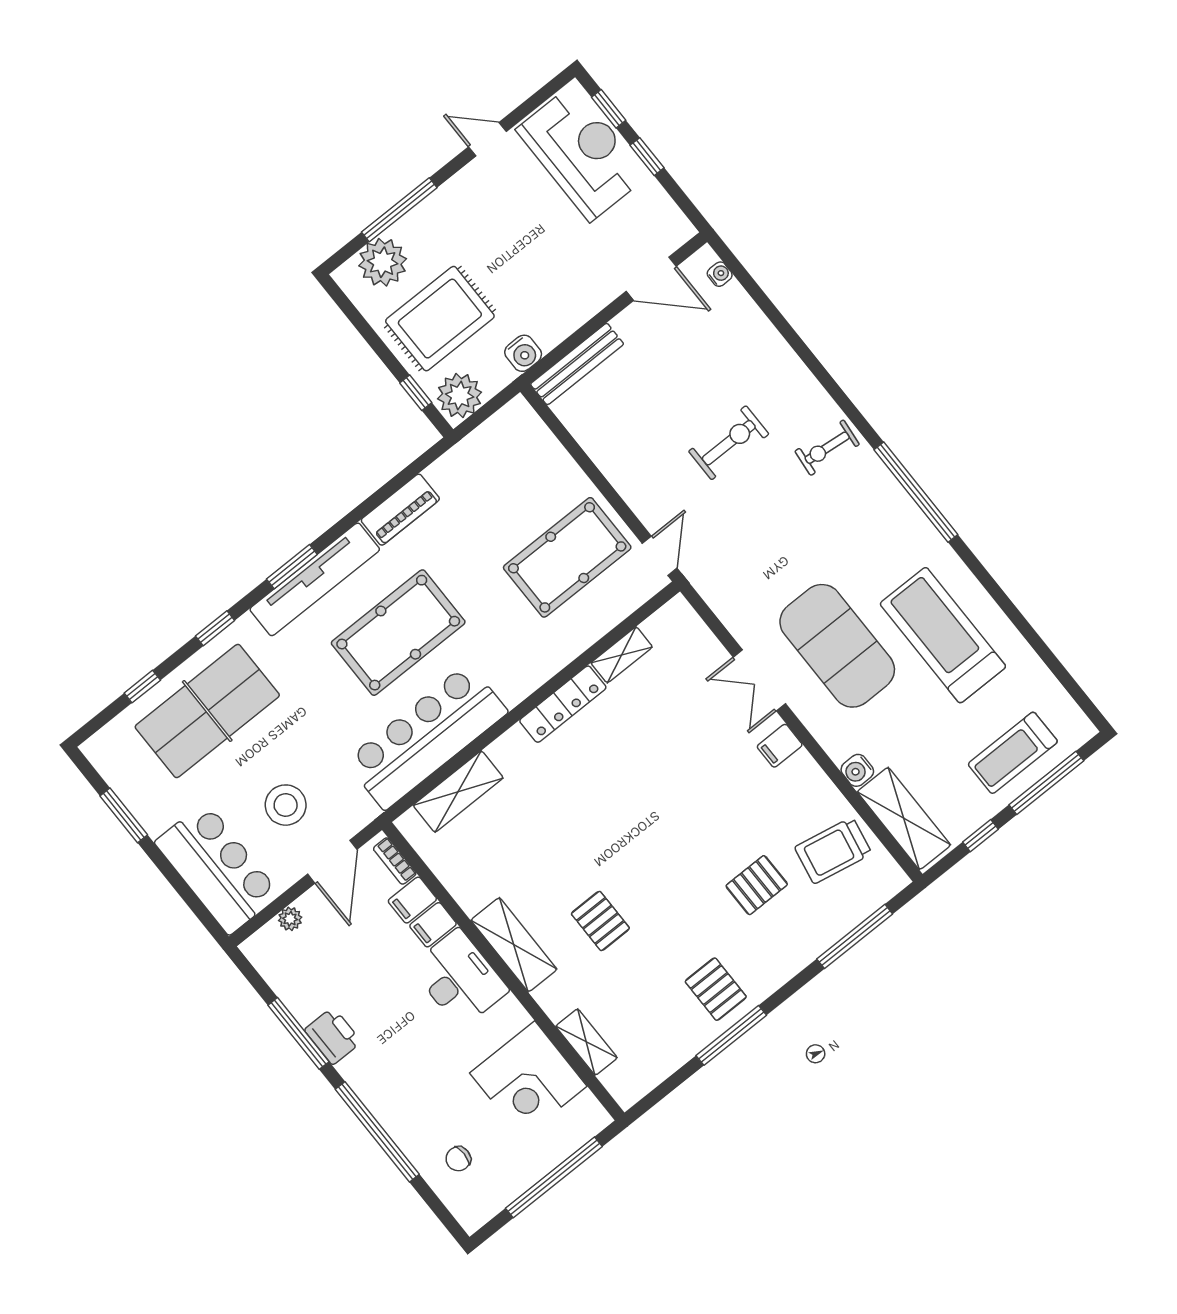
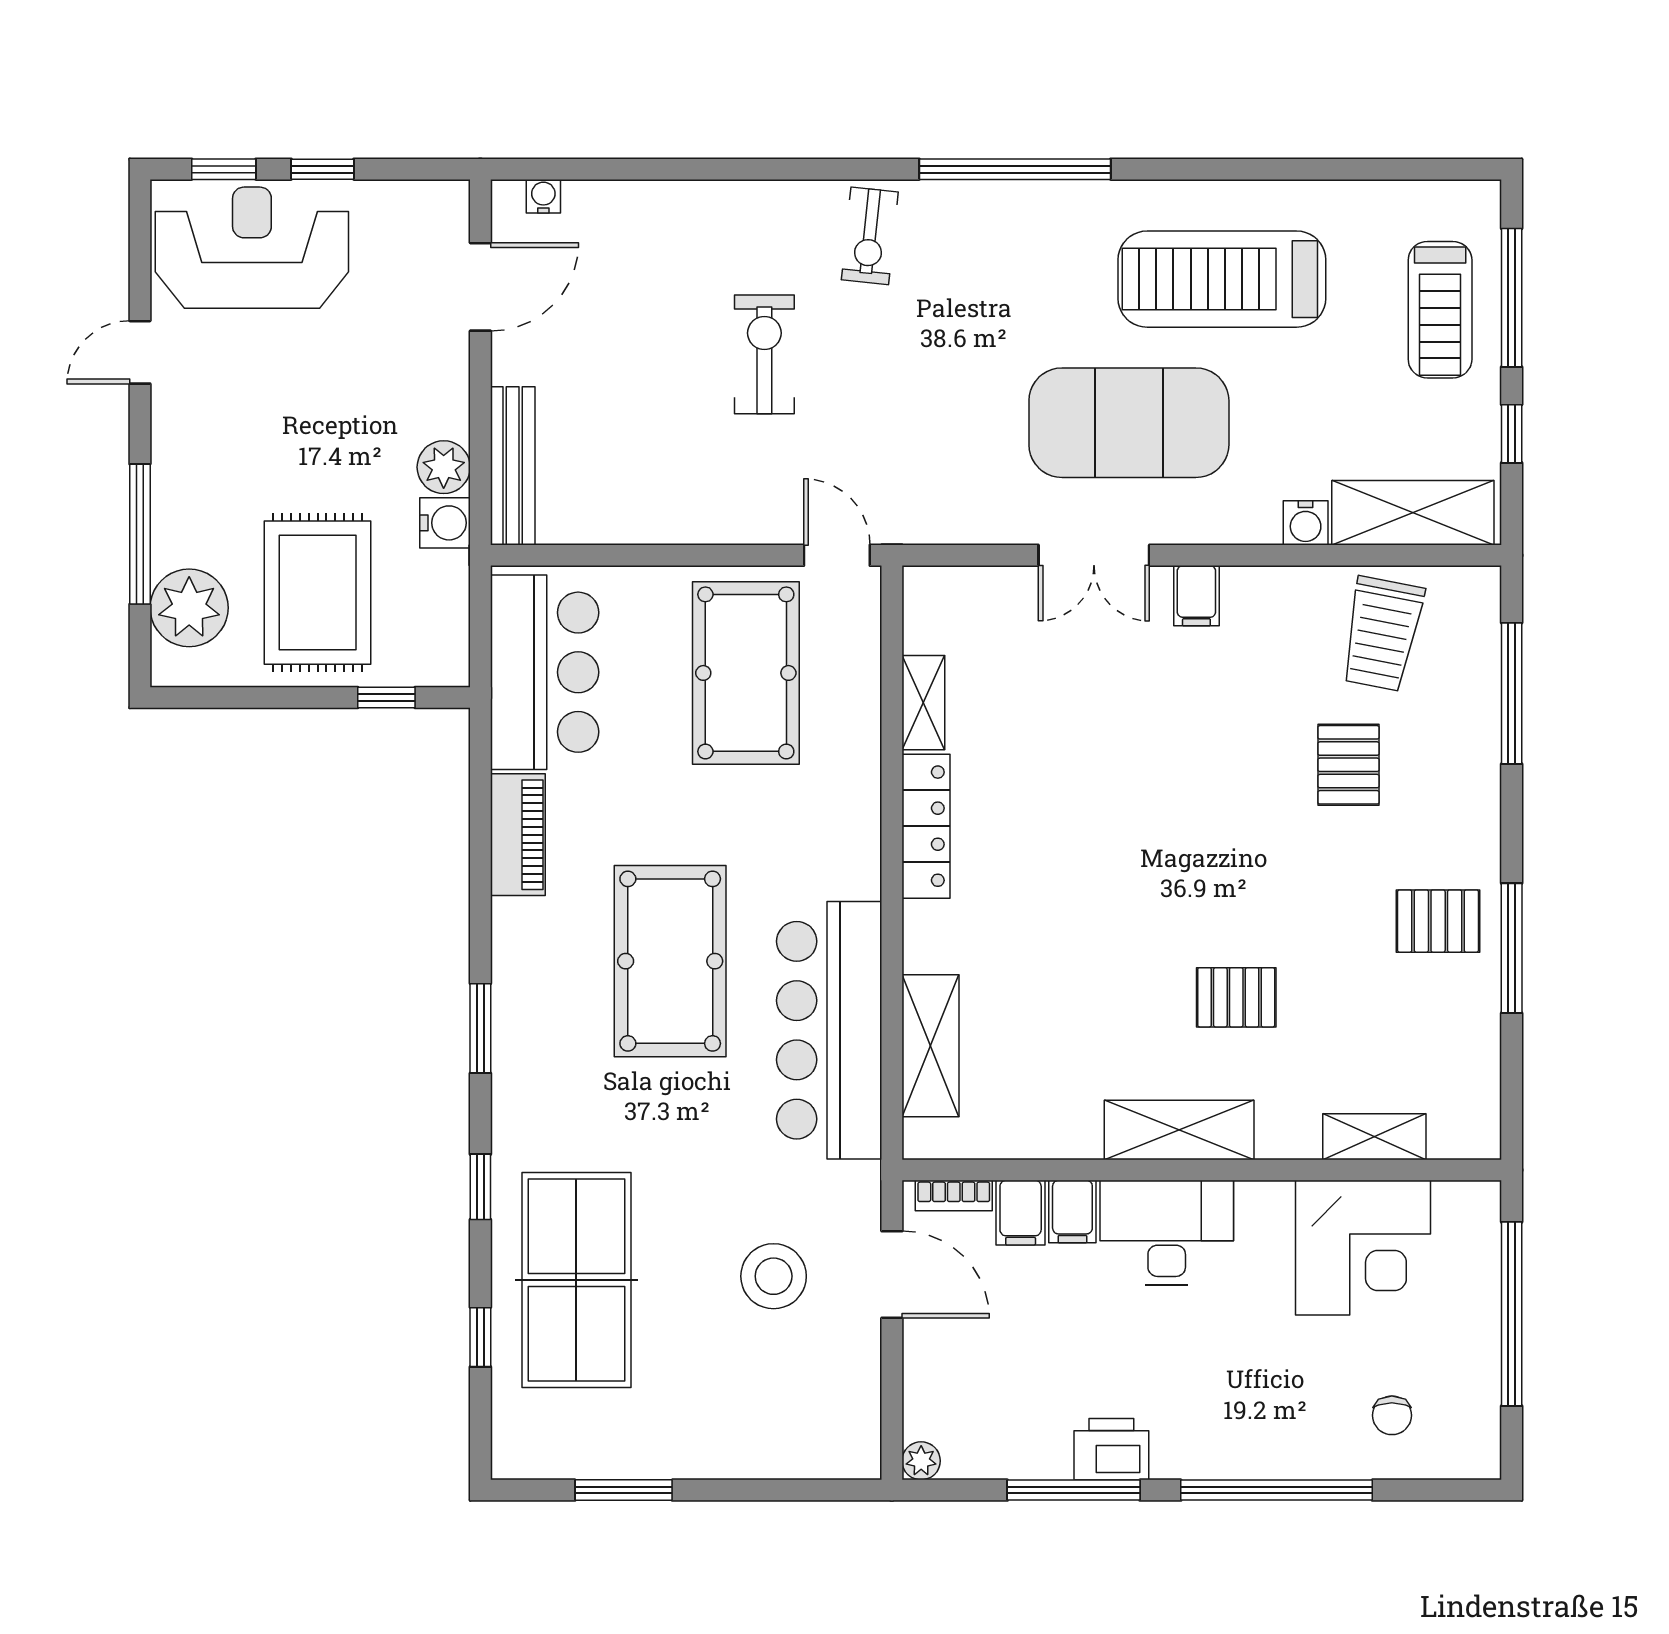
plant: (460, 396) -> (444, 467), moved, width x0.73, depth x0.73
tv unit: (315, 579) -> (519, 1012), removed
bar counter: (217, 868) -> (545, 672), moved, turned 90
plant: (290, 919) -> (921, 1461), moved

